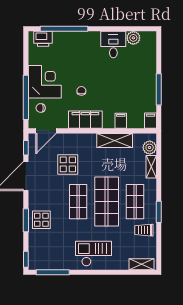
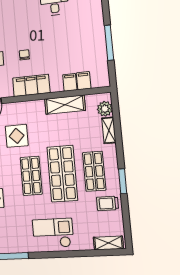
filing cabinet: (151, 121) -> (84, 81), moved

